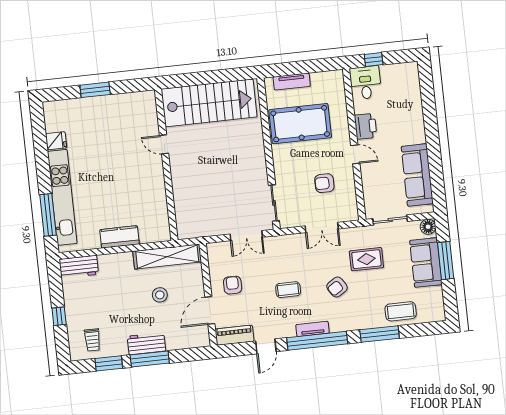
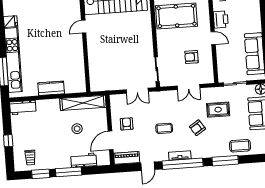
door: (164, 144) -> (84, 27), hinge flipped
workbench: (146, 344) -> (84, 160), moved

